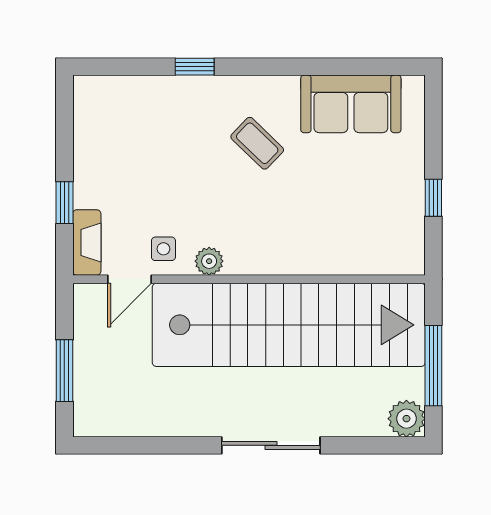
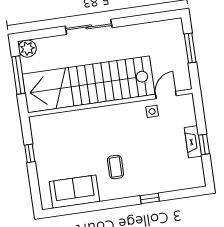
coffee table: (257, 143) -> (115, 167), turned 46
window: (64, 203) -> (204, 144), moved
fireplace: (87, 242) -> (193, 142), moved
plant: (209, 261) -> (130, 109), removed

